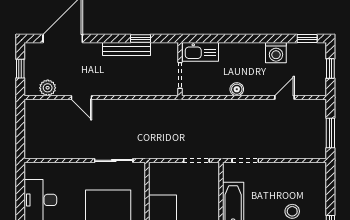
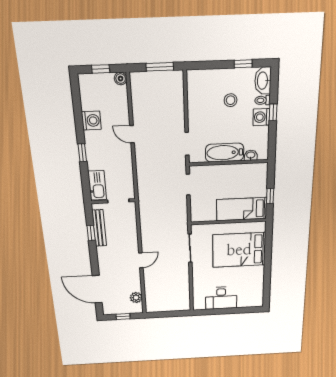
window: (307, 38) -> (82, 153), moved
bench: (127, 49) -> (99, 228), moved
boiler: (237, 89) -> (121, 79), moved
door: (81, 97) -> (141, 260), moved
door: (285, 97) -> (132, 134), moved

